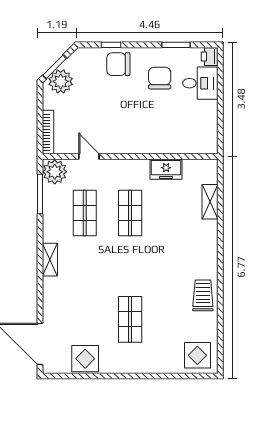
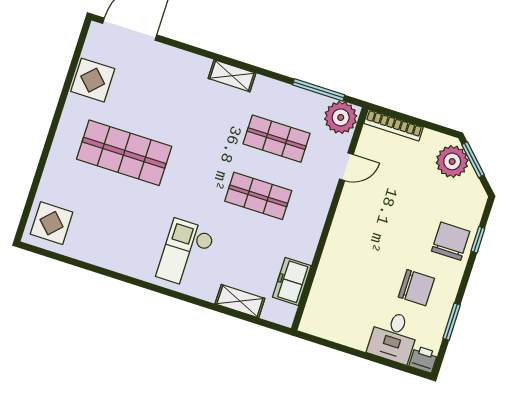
freezer: (166, 169) -> (292, 281), moved
checkout: (188, 252) -> (185, 254), added
trolley: (203, 295) -> (125, 254), removed
shop shelf: (130, 319) -> (124, 153), width x1.43, depth x1.36

